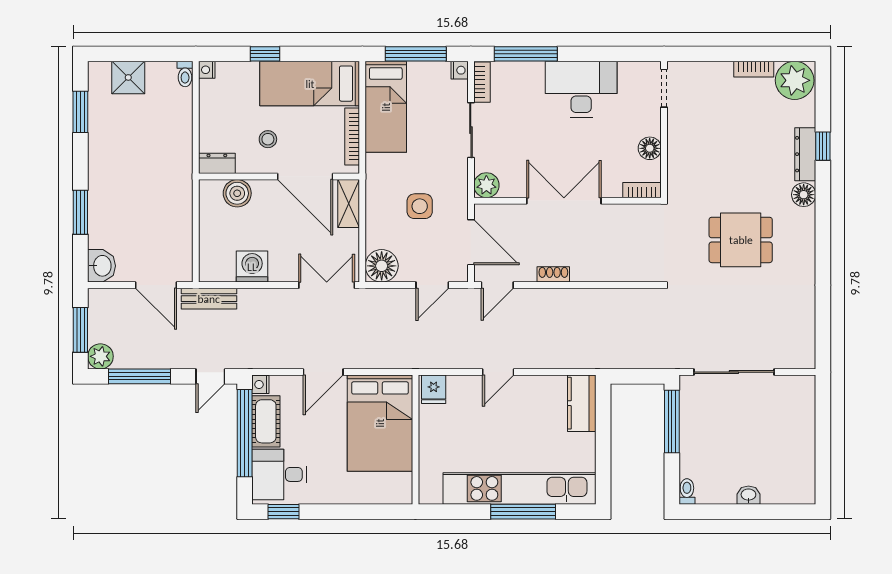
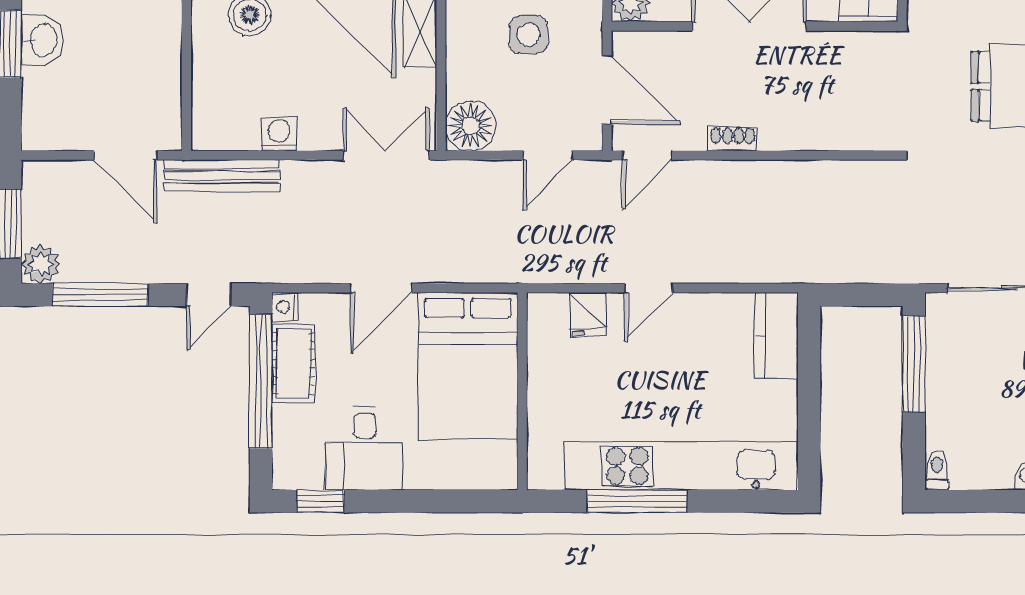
washbasin: (102, 266) -> (42, 40), moved
washing machine: (252, 267) -> (279, 134), width x0.73, depth x0.73
bench: (209, 299) -> (222, 176), width x1.36
fridge: (434, 389) -> (588, 314), moved
desk: (279, 474) -> (364, 448), moved, turned -90
window: (523, 512) -> (637, 501), moved

